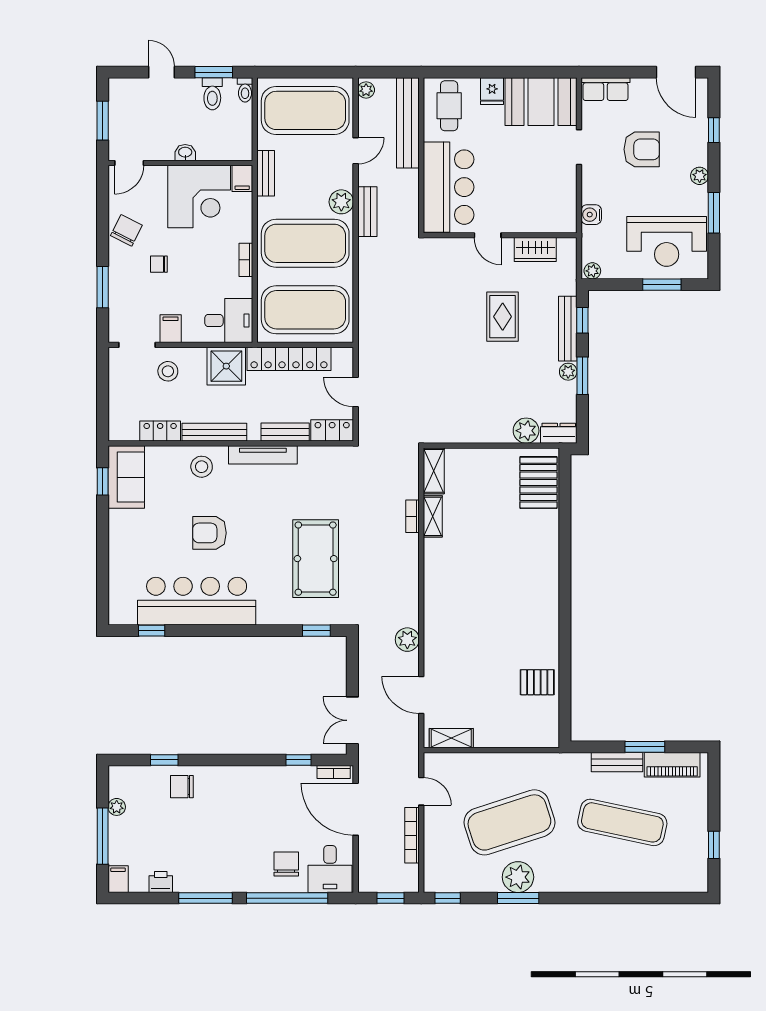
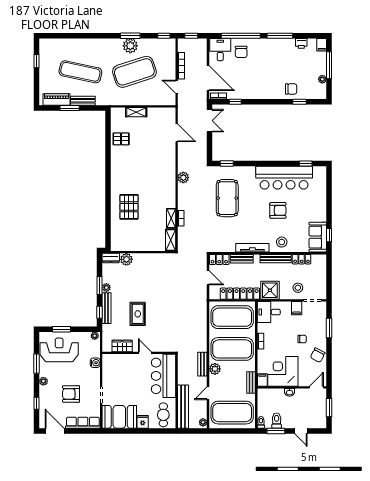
row of seats: (605, 89) -> (83, 423), width x1.48
pallet: (538, 483) -> (129, 207), moved
plant: (407, 640) -> (183, 178), moved
shelving: (451, 738) -> (136, 112), moved

